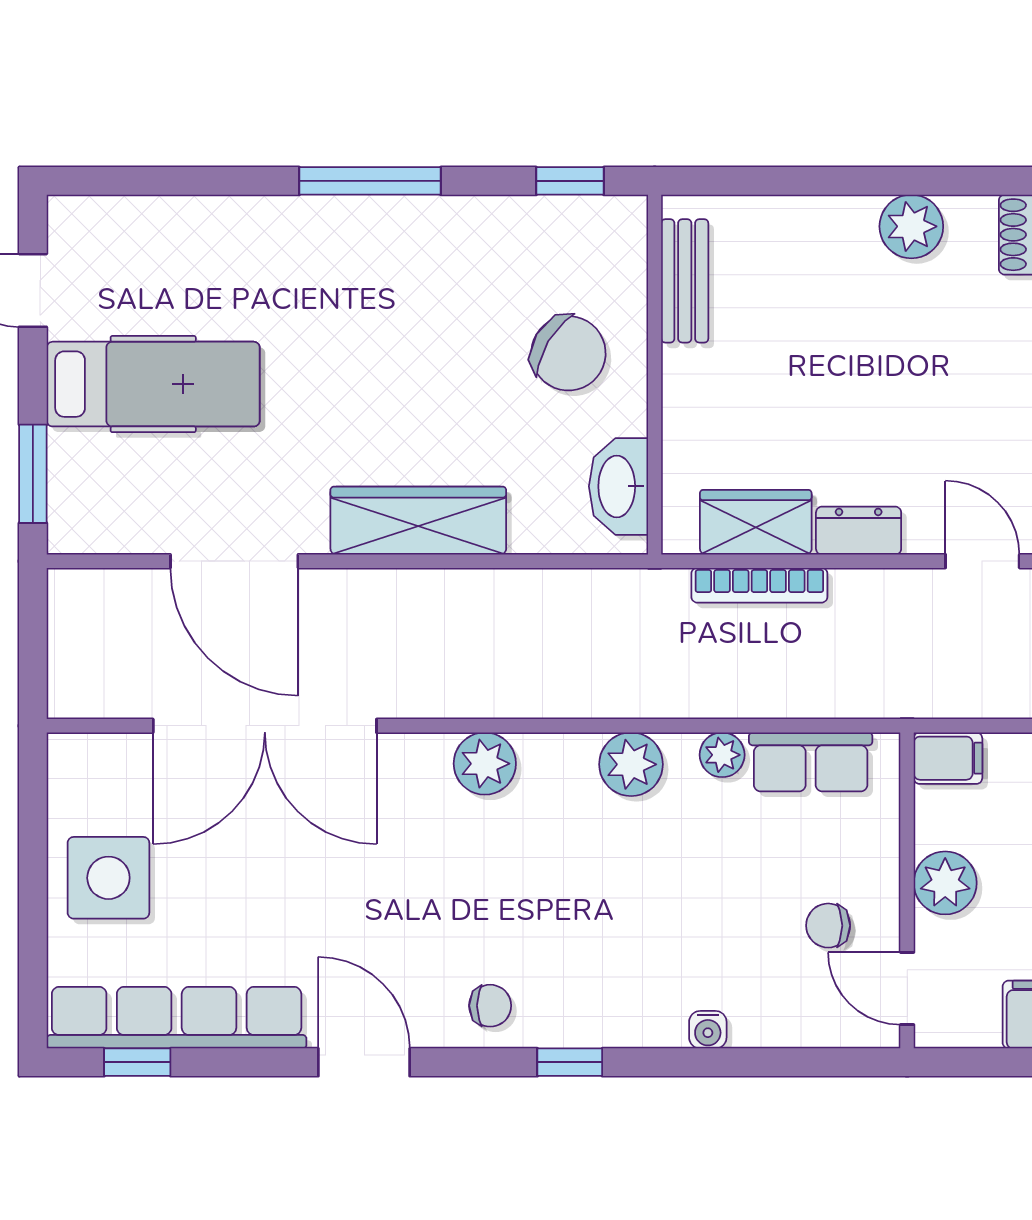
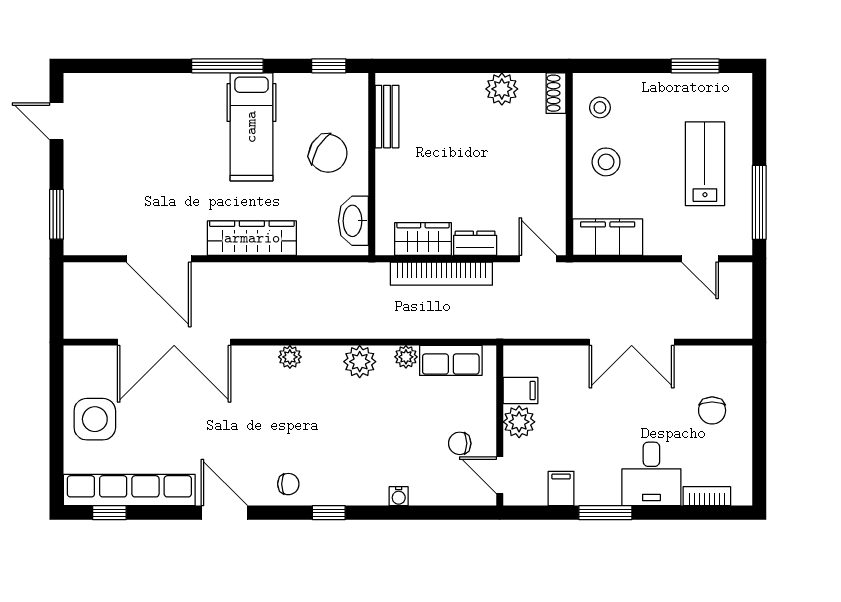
hospital bed: (153, 384) -> (251, 127), moved, turned 90
bookcase: (759, 585) -> (441, 274), width x1.48, depth x1.31
filing cabinet: (948, 758) -> (520, 391), moved
plant: (485, 764) -> (290, 357), width x0.73, depth x0.73

